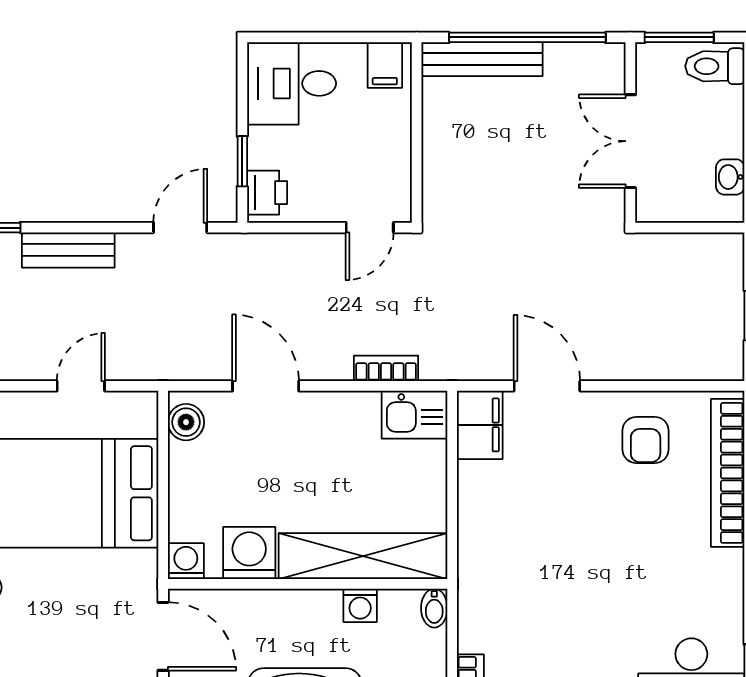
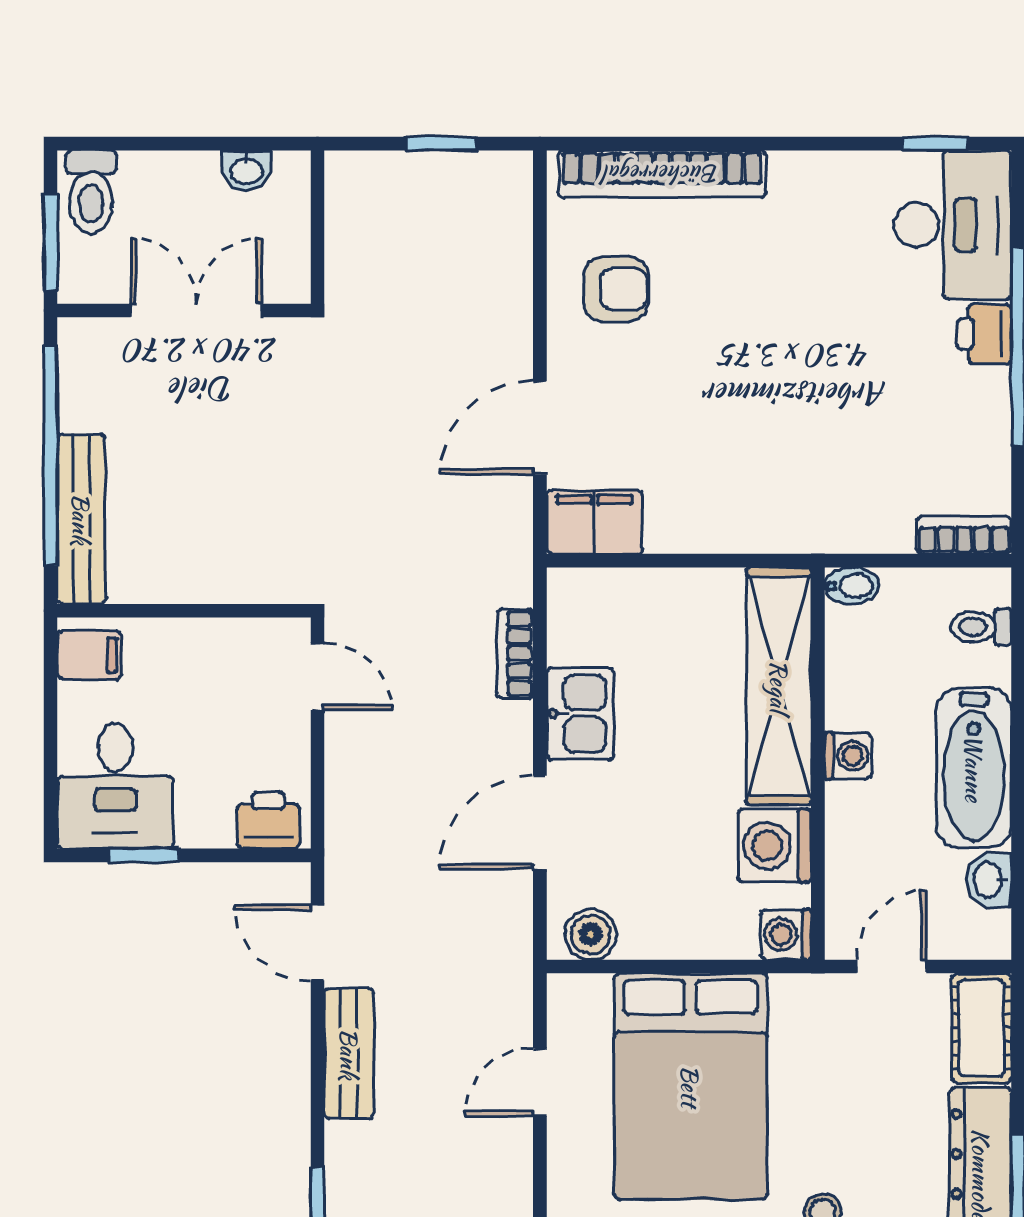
double door: (630, 141) -> (196, 310), swing flipped
window: (242, 161) -> (144, 855), moved
bench: (68, 250) -> (349, 1054), moved
door: (81, 386) -> (540, 1082), hinge flipped
kitchen sink: (414, 415) -> (580, 714), moved
washing machine: (360, 605) -> (848, 756), moved
door: (163, 636) -> (891, 967), width x0.73

